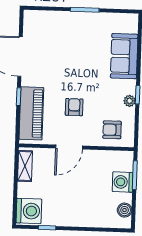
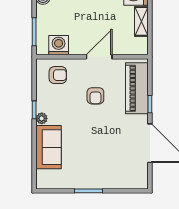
plant: (130, 101) -> (42, 118), moved
shelving: (25, 166) -> (141, 21), moved
washing machine: (123, 182) -> (59, 45), moved, turned -90

